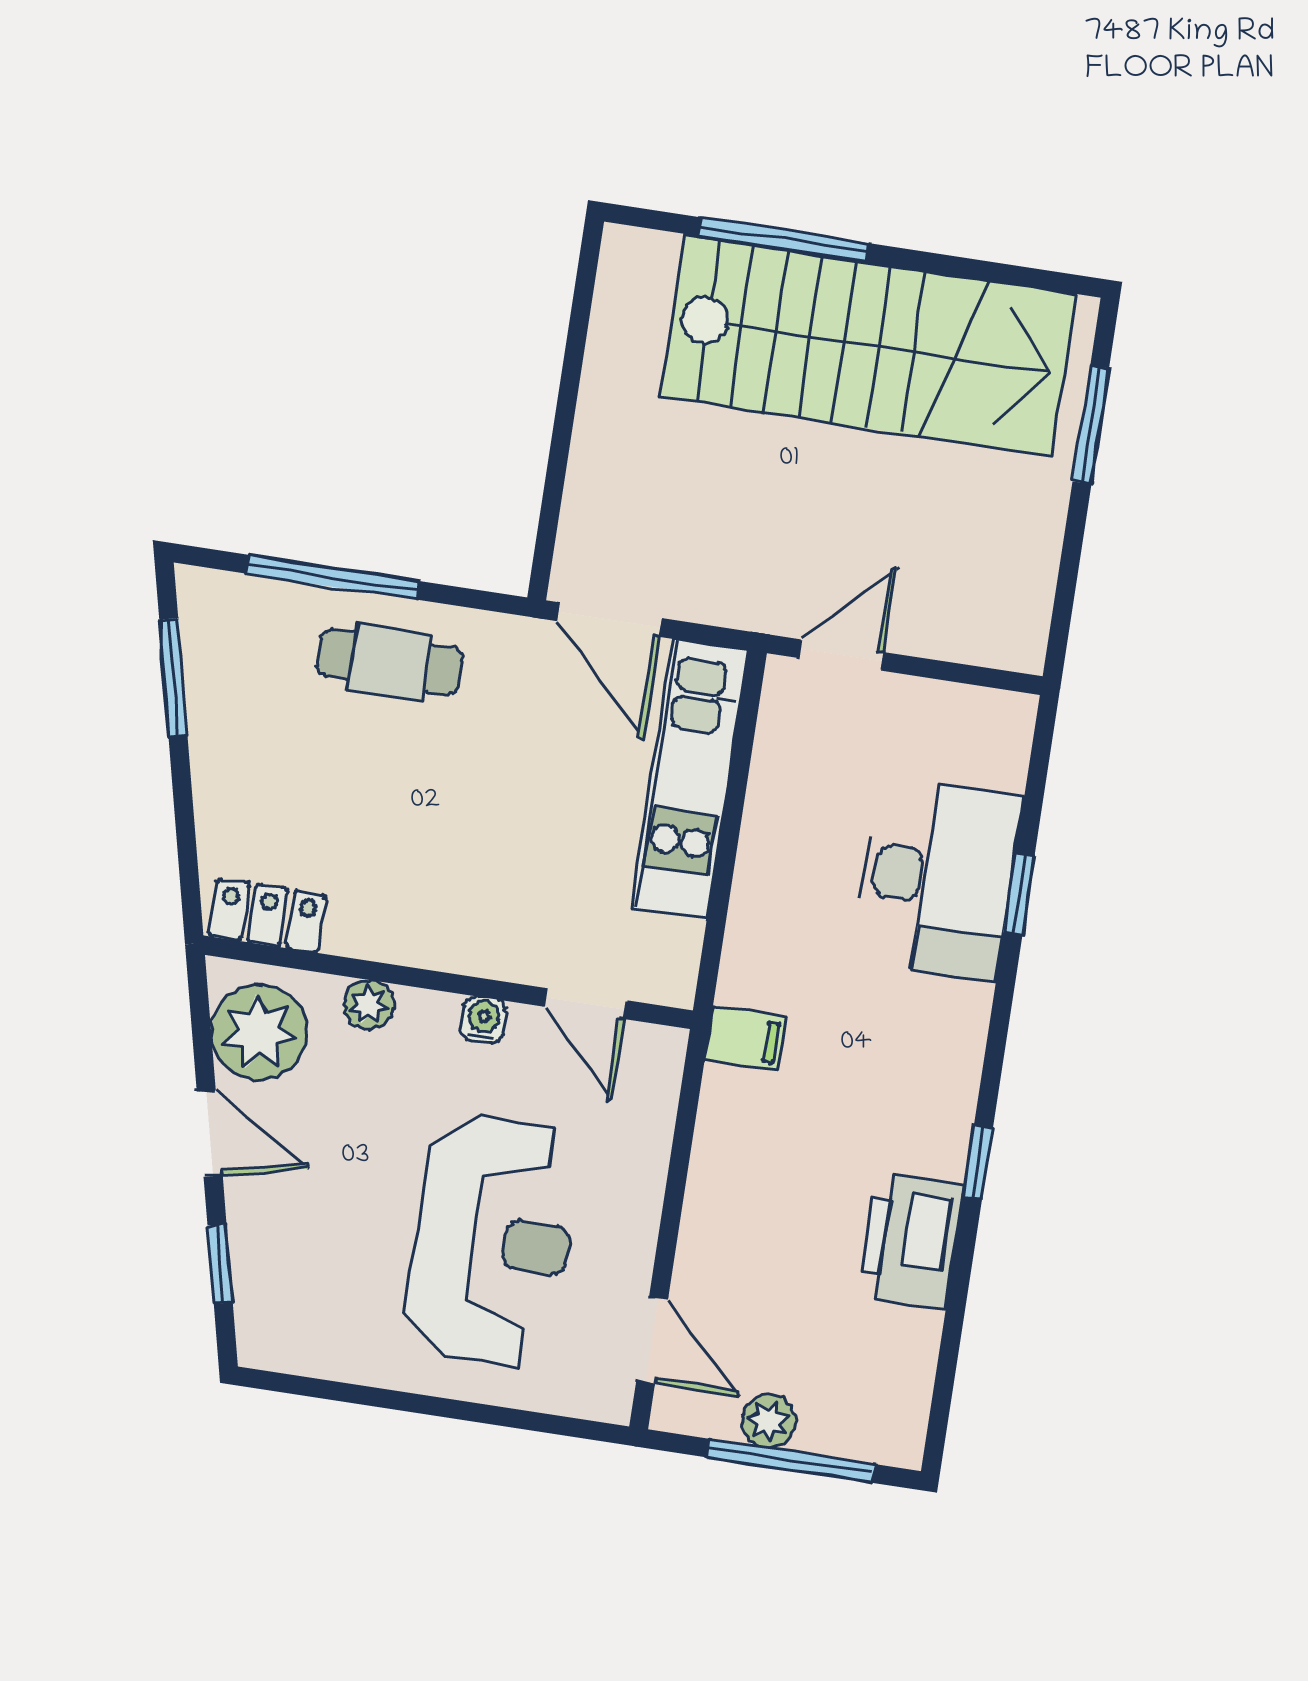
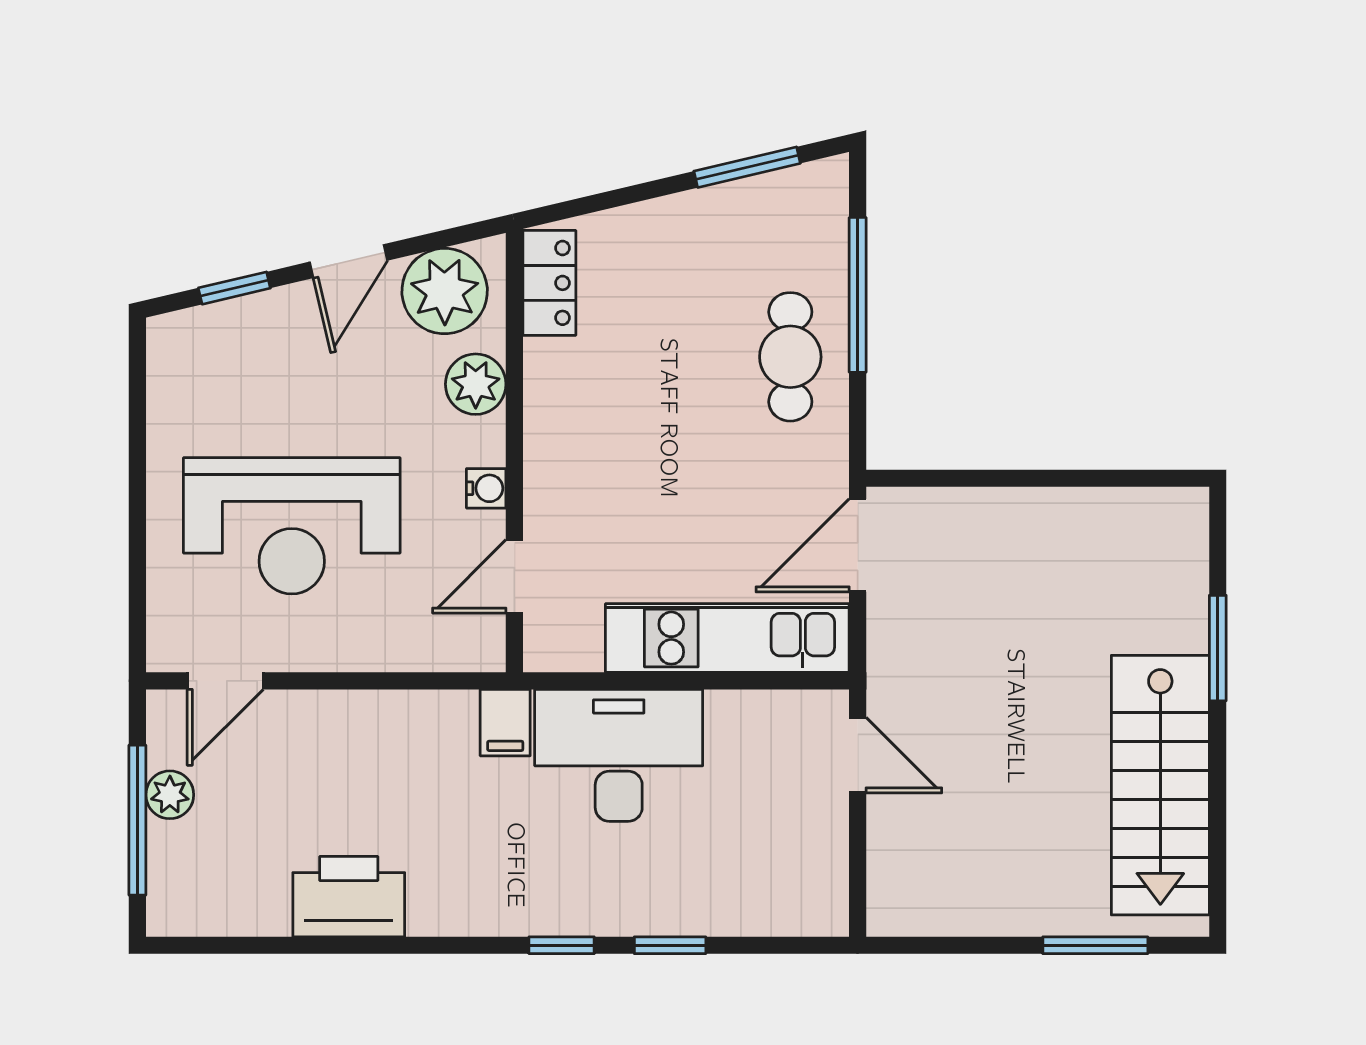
window: (783, 240) -> (1218, 648), width x0.69
stairs: (869, 345) -> (1160, 785), width x0.73, depth x0.66
desk: (937, 879) -> (619, 755), moved, turned 180
plant: (368, 1005) -> (476, 384), width x1.38, depth x1.38
window: (978, 1162) -> (562, 945), moved

